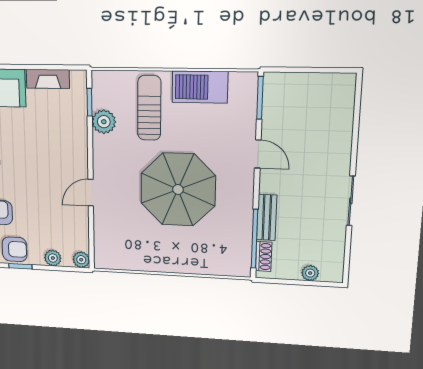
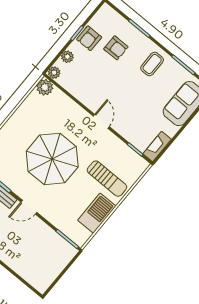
fireplace: (48, 79) -> (157, 146), moved
plant: (104, 122) -> (45, 87), moved
door: (258, 154) -> (29, 207), moved
door: (91, 193) -> (101, 121), moved

